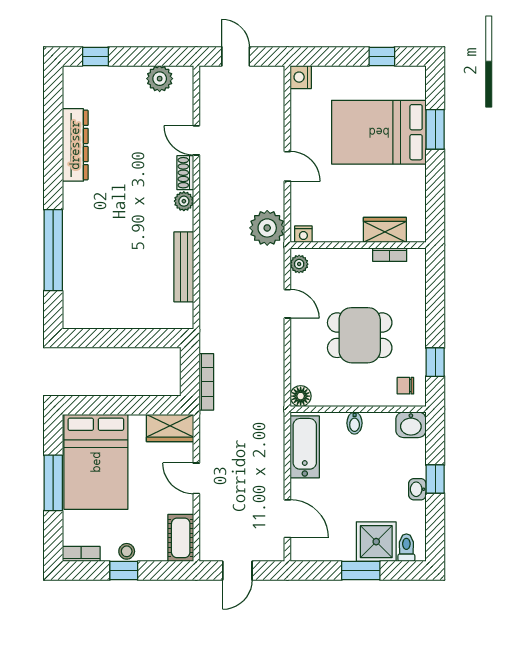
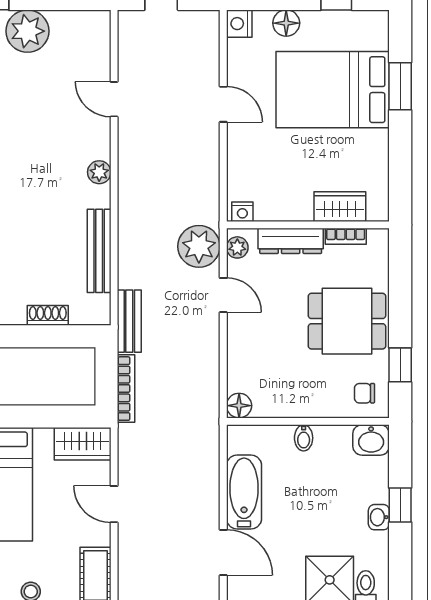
floor lamp: (340, 77) -> (286, 23), added
plant: (160, 79) -> (27, 31), moved, width x1.36, depth x1.36
door: (287, 166) -> (223, 104), moved
shoe rack: (185, 173) -> (48, 315), moved, turned 90
plant: (267, 228) -> (199, 246), moved
dresser: (344, 258) -> (291, 241), added
bench: (209, 326) -> (129, 321), added
dining table: (360, 335) -> (347, 321), moved
bathtub: (305, 447) -> (244, 492), moved

